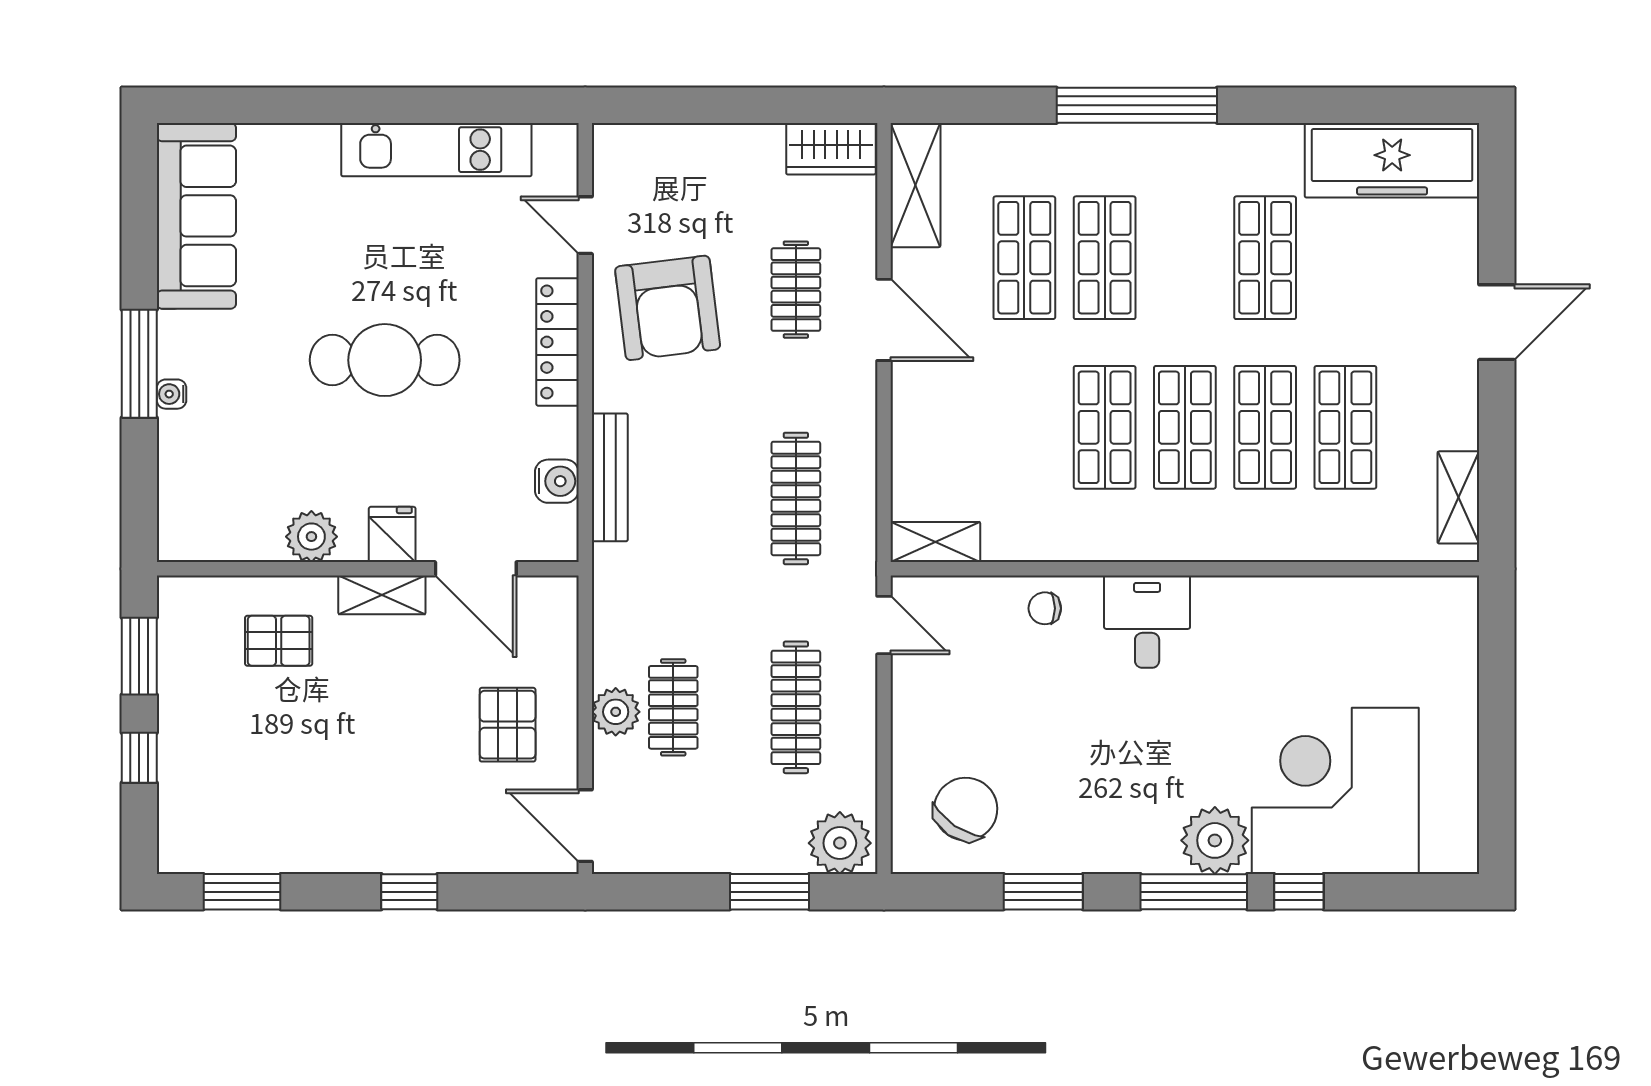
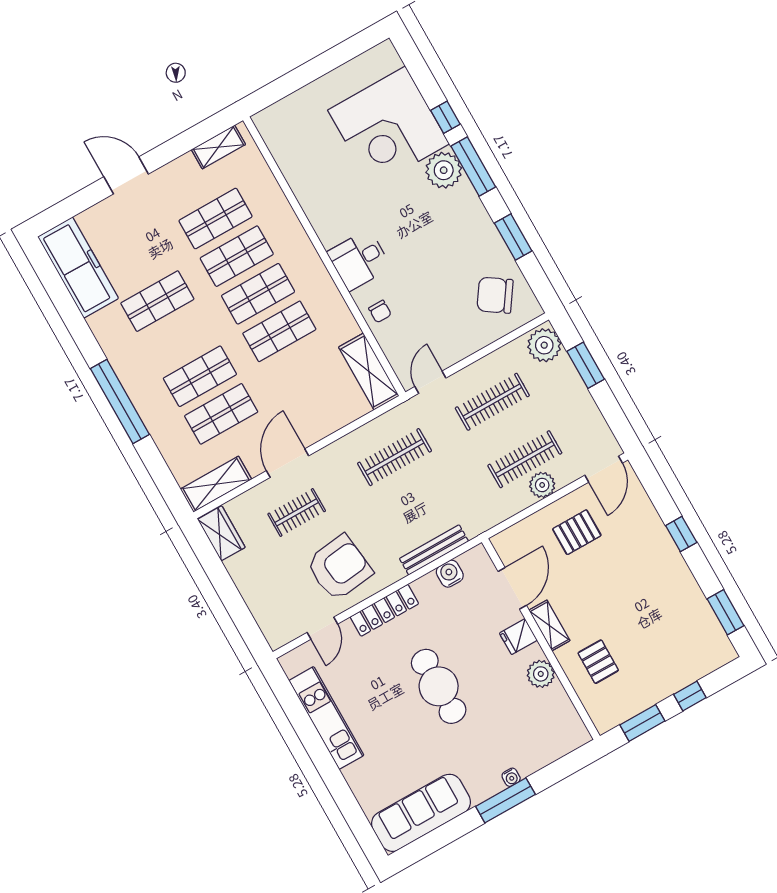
shelving: (935, 542) -> (369, 371), width x1.50, depth x1.33
clothes rail: (673, 707) -> (525, 459), width x1.36

